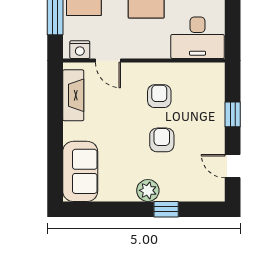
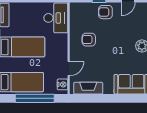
armchair: (162, 140) -> (105, 12), moved

